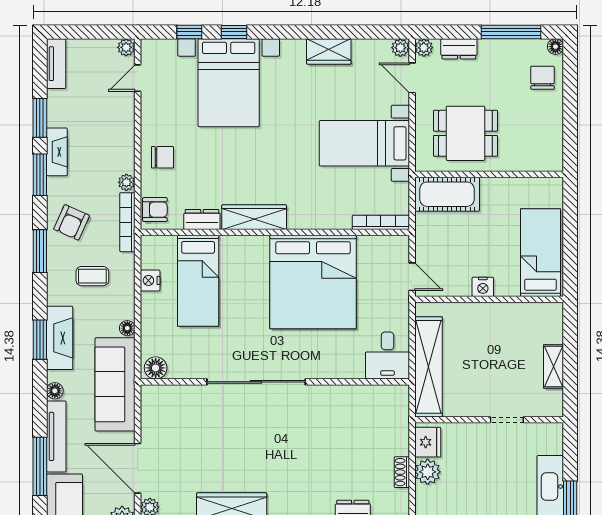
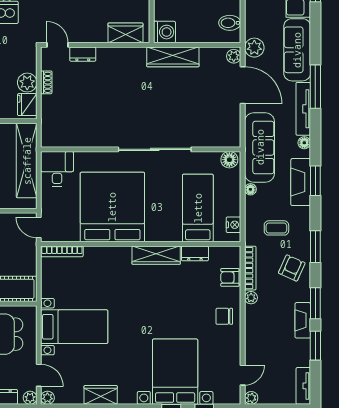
wardrobe: (254, 217) -> (156, 255), moved
dresser: (202, 220) -> (195, 253), moved
bookcase: (381, 222) -> (62, 251), moved
wall: (275, 232) -> (141, 244), moved
bed: (198, 281) -> (198, 208), moved
bed: (313, 282) -> (112, 207), moved

